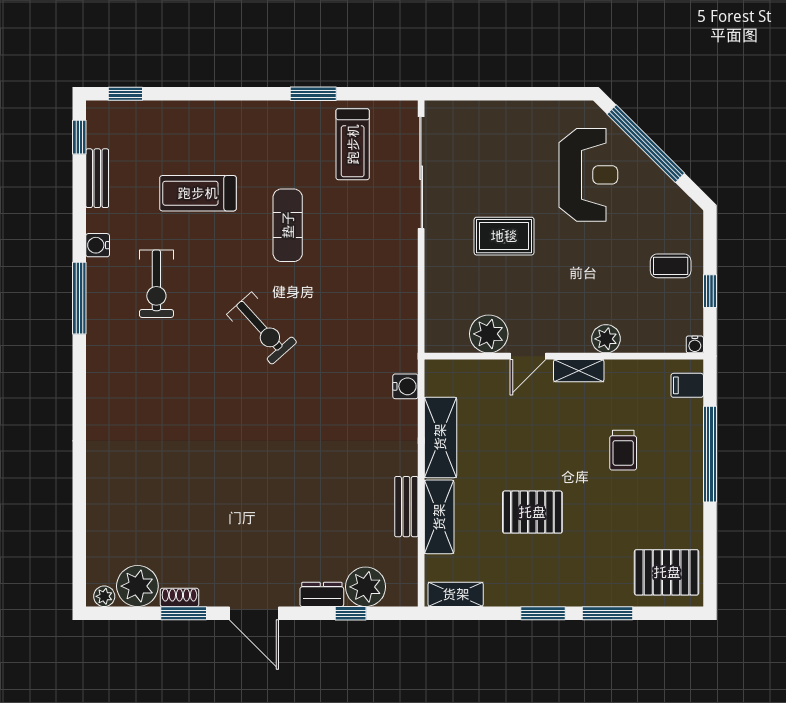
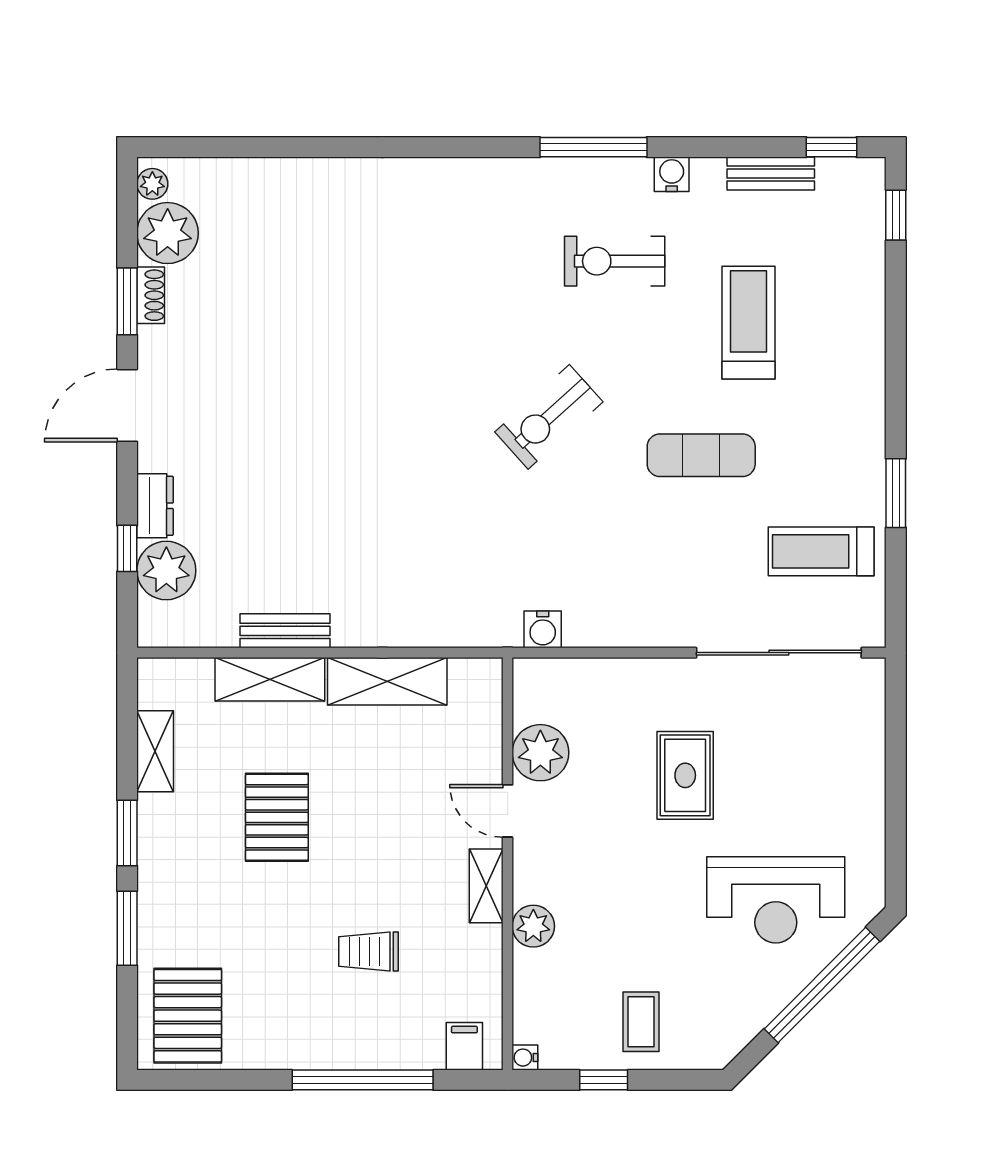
water cooler: (405, 386) -> (543, 629), moved
shelving: (456, 594) -> (155, 751), moved

